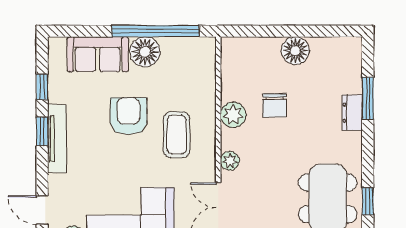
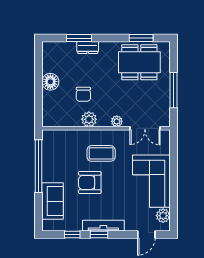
floor lamp: (145, 52) -> (51, 173), removed
chair: (275, 105) -> (83, 94), turned 90
window: (368, 201) -> (141, 38), width x1.50

